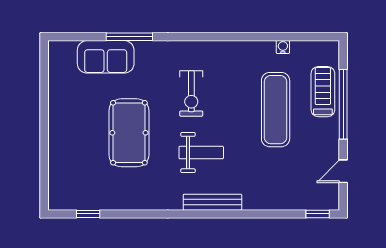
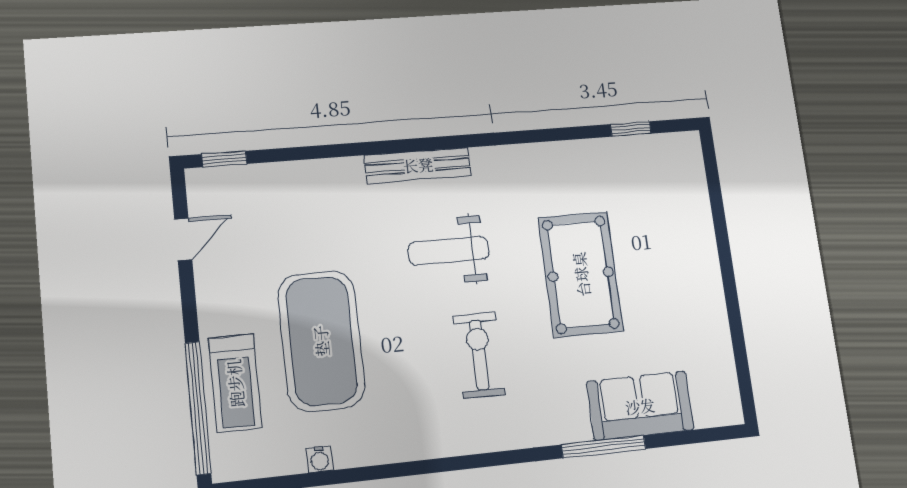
window: (343, 104) -> (198, 408), moved
exercise mat: (276, 110) -> (321, 341), width x1.47

